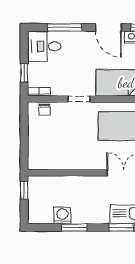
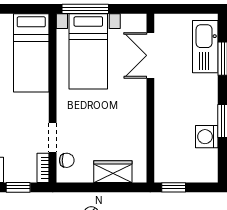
doorway: (79, 99) -> (53, 138), moved
wardrobe: (36, 145) -> (113, 172), added

